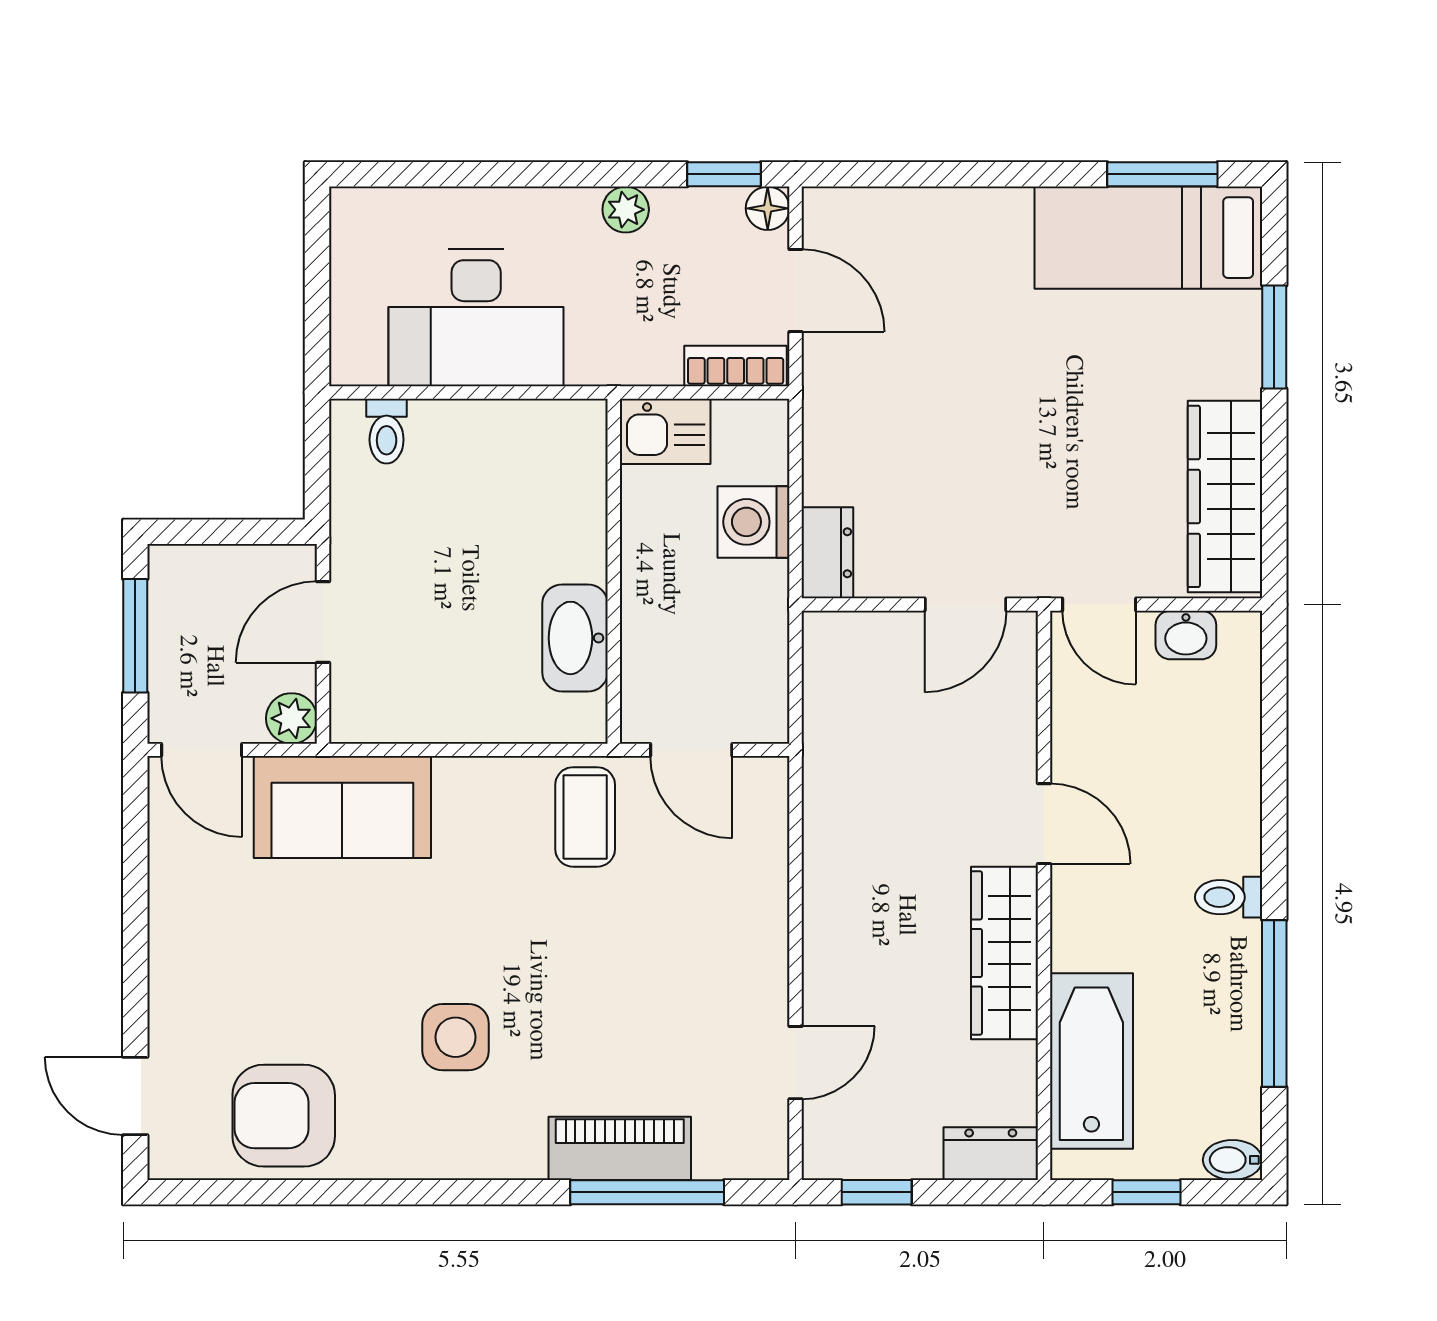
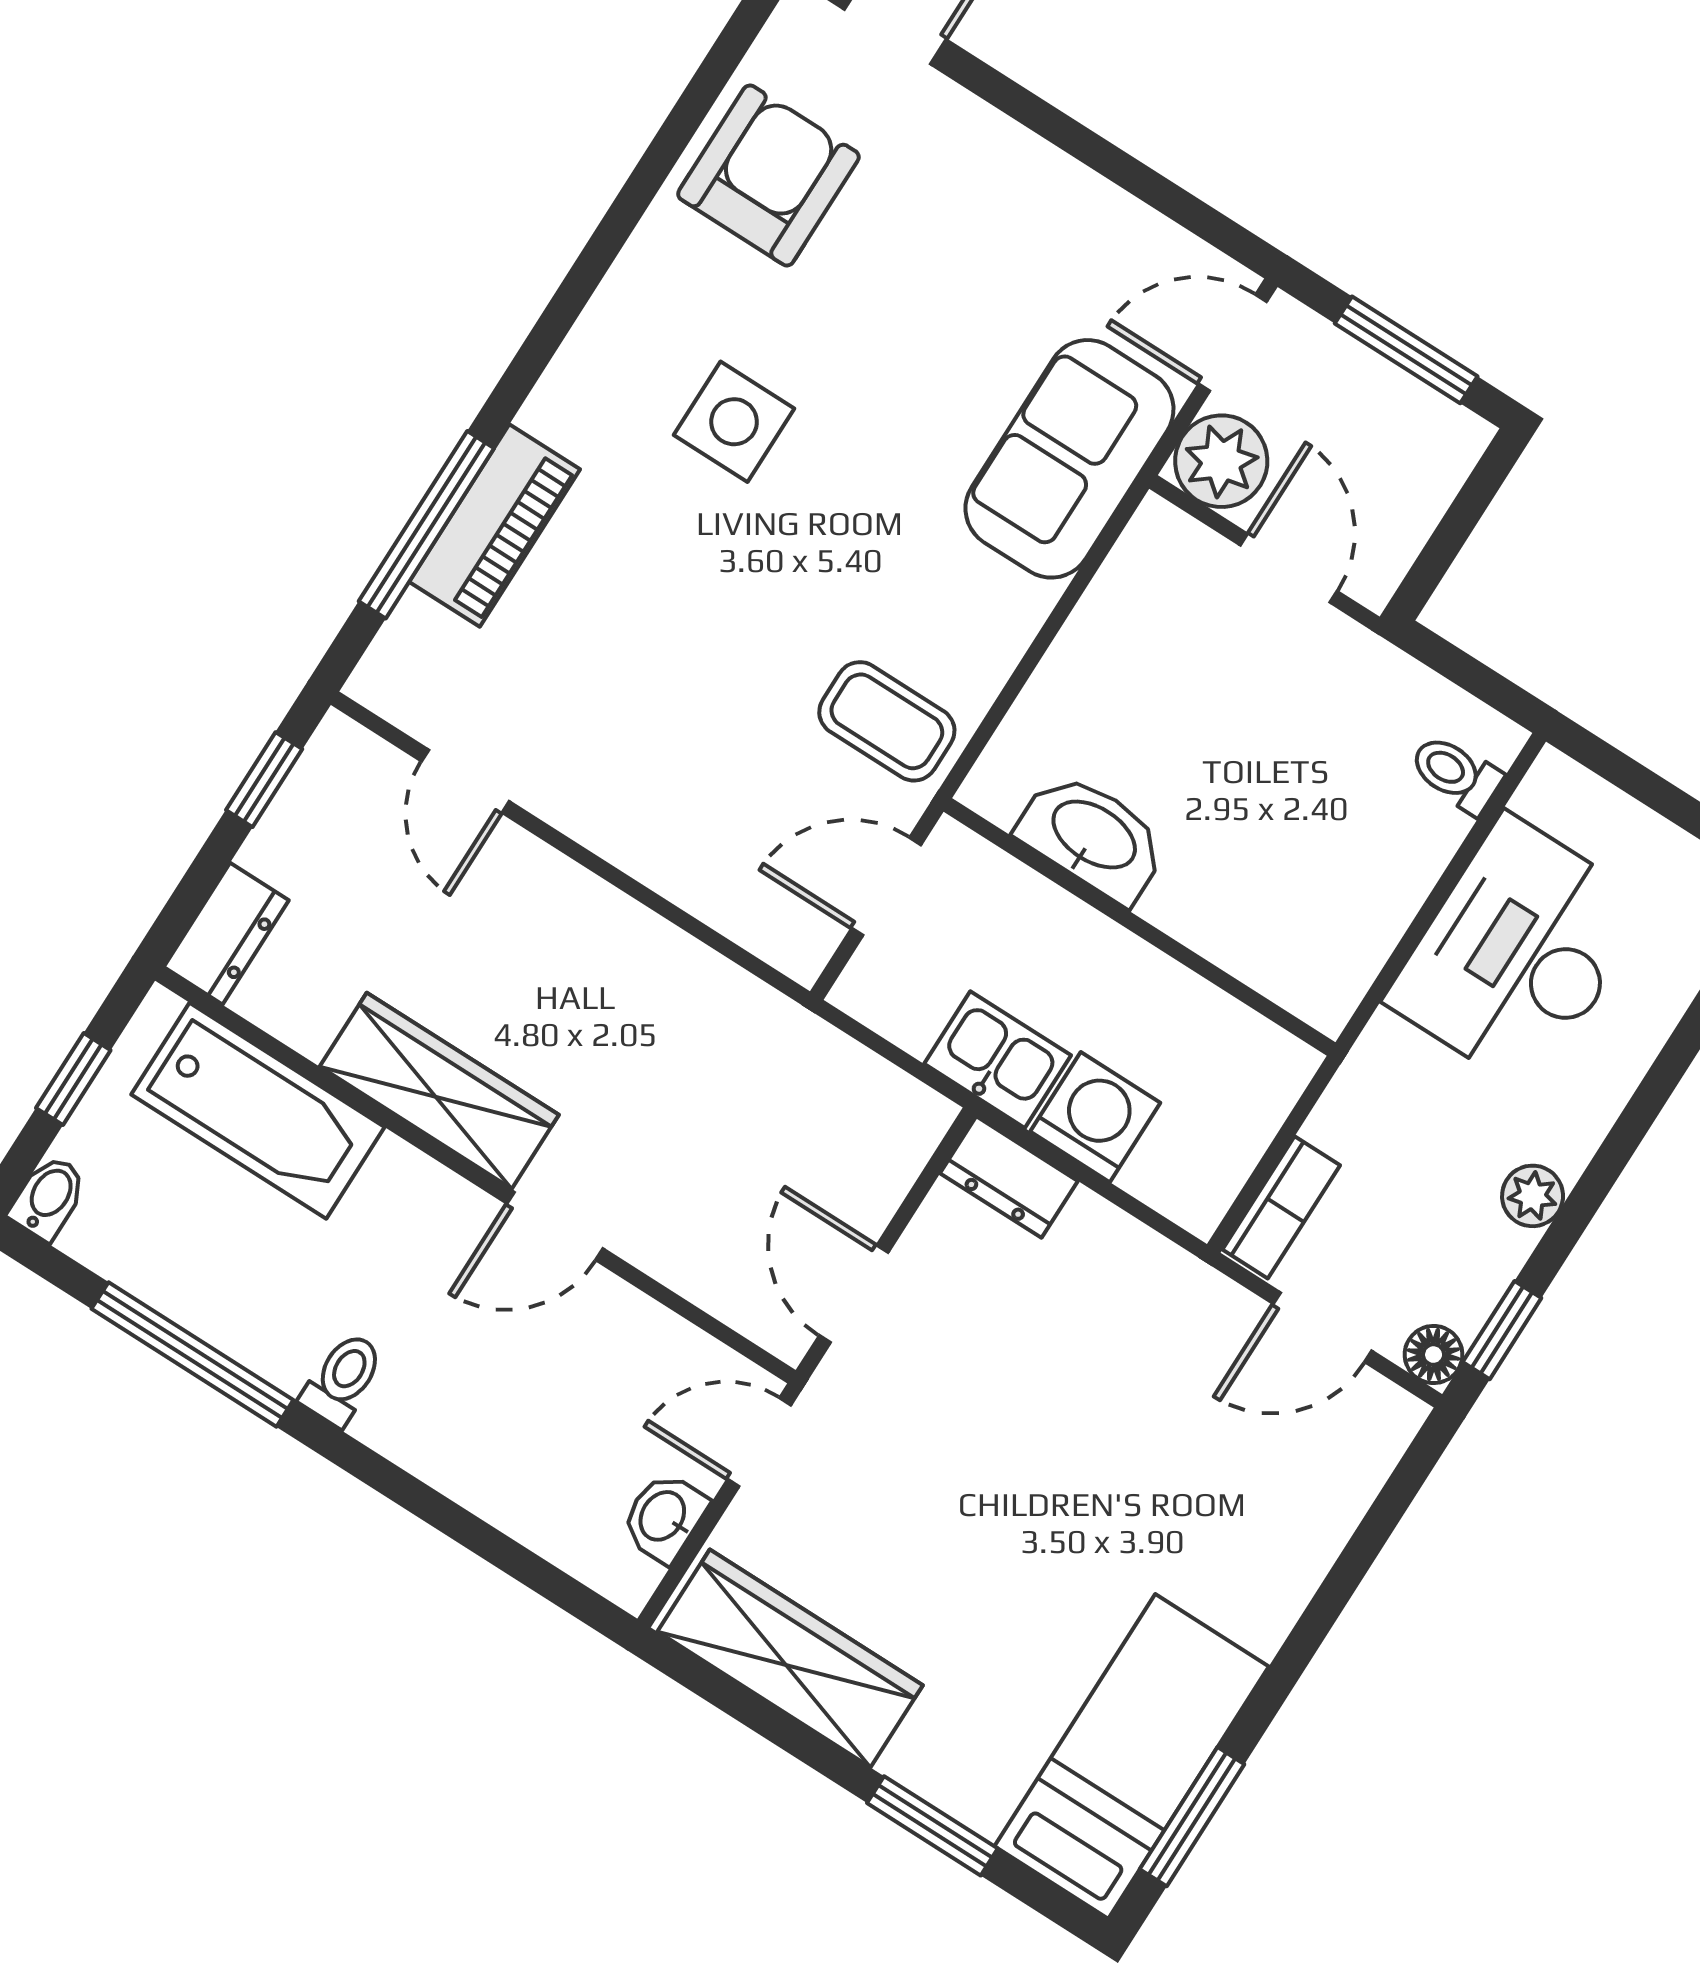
kitchen sink: (665, 431) -> (998, 1060), moved, turned 90
plant: (291, 718) -> (1221, 461), width x1.38, depth x1.38

